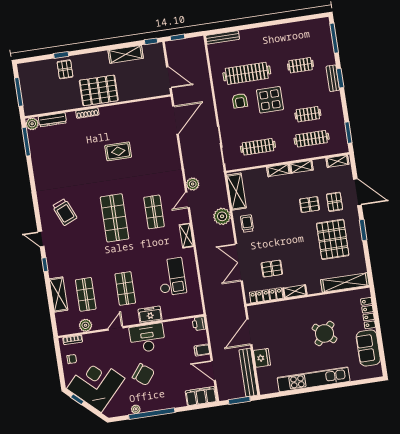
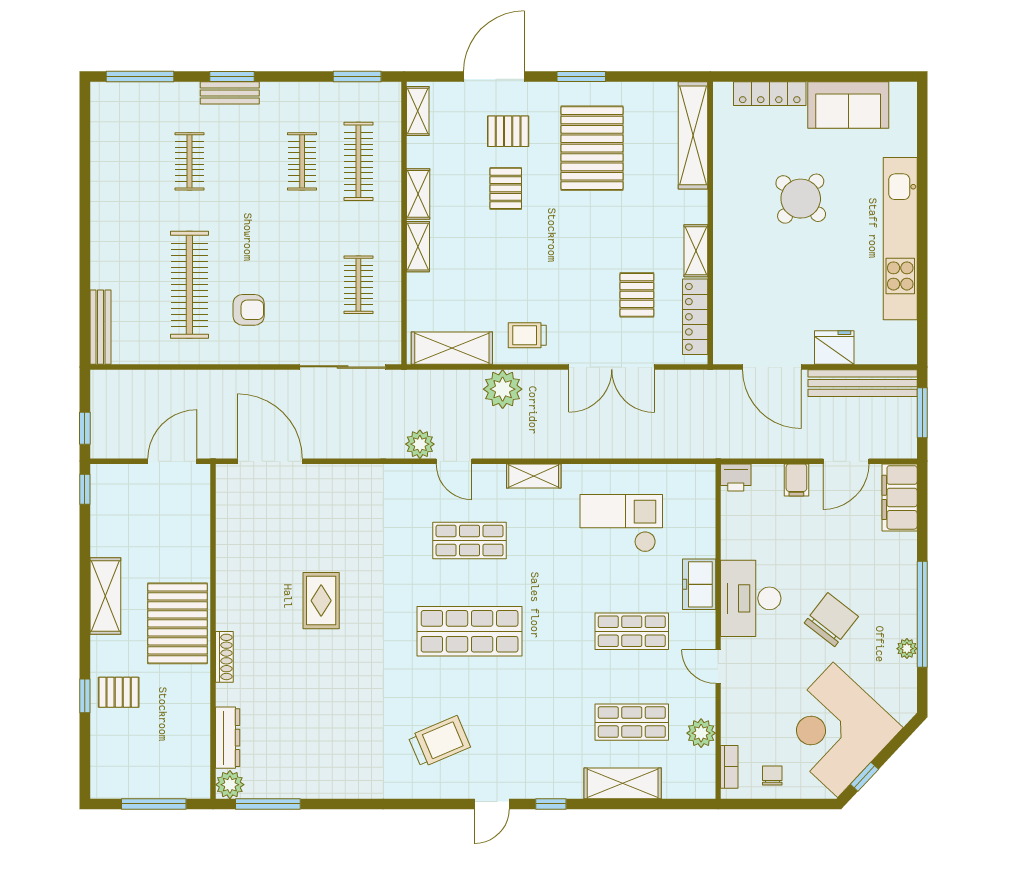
shelving: (126, 54) -> (105, 596), moved
display table: (270, 100) -> (257, 242), removed
clothes rail: (258, 147) -> (358, 285), width x0.73
pallet: (333, 239) -> (592, 148), turned 90

